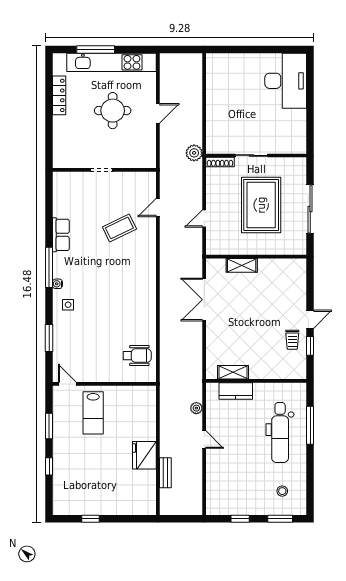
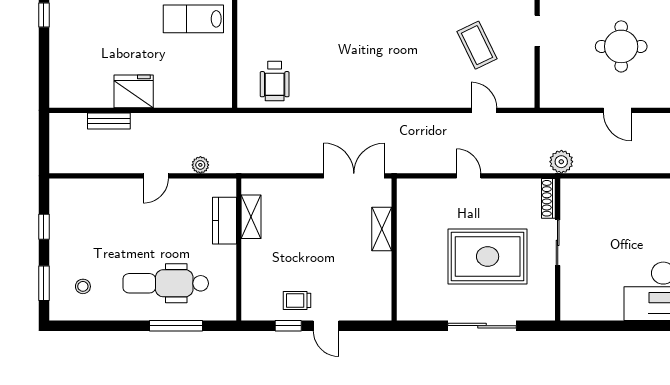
coffee table: (119, 228) -> (477, 45), moved
wall: (256, 257) -> (394, 249), moved
shelving: (242, 265) -> (382, 229), moved

